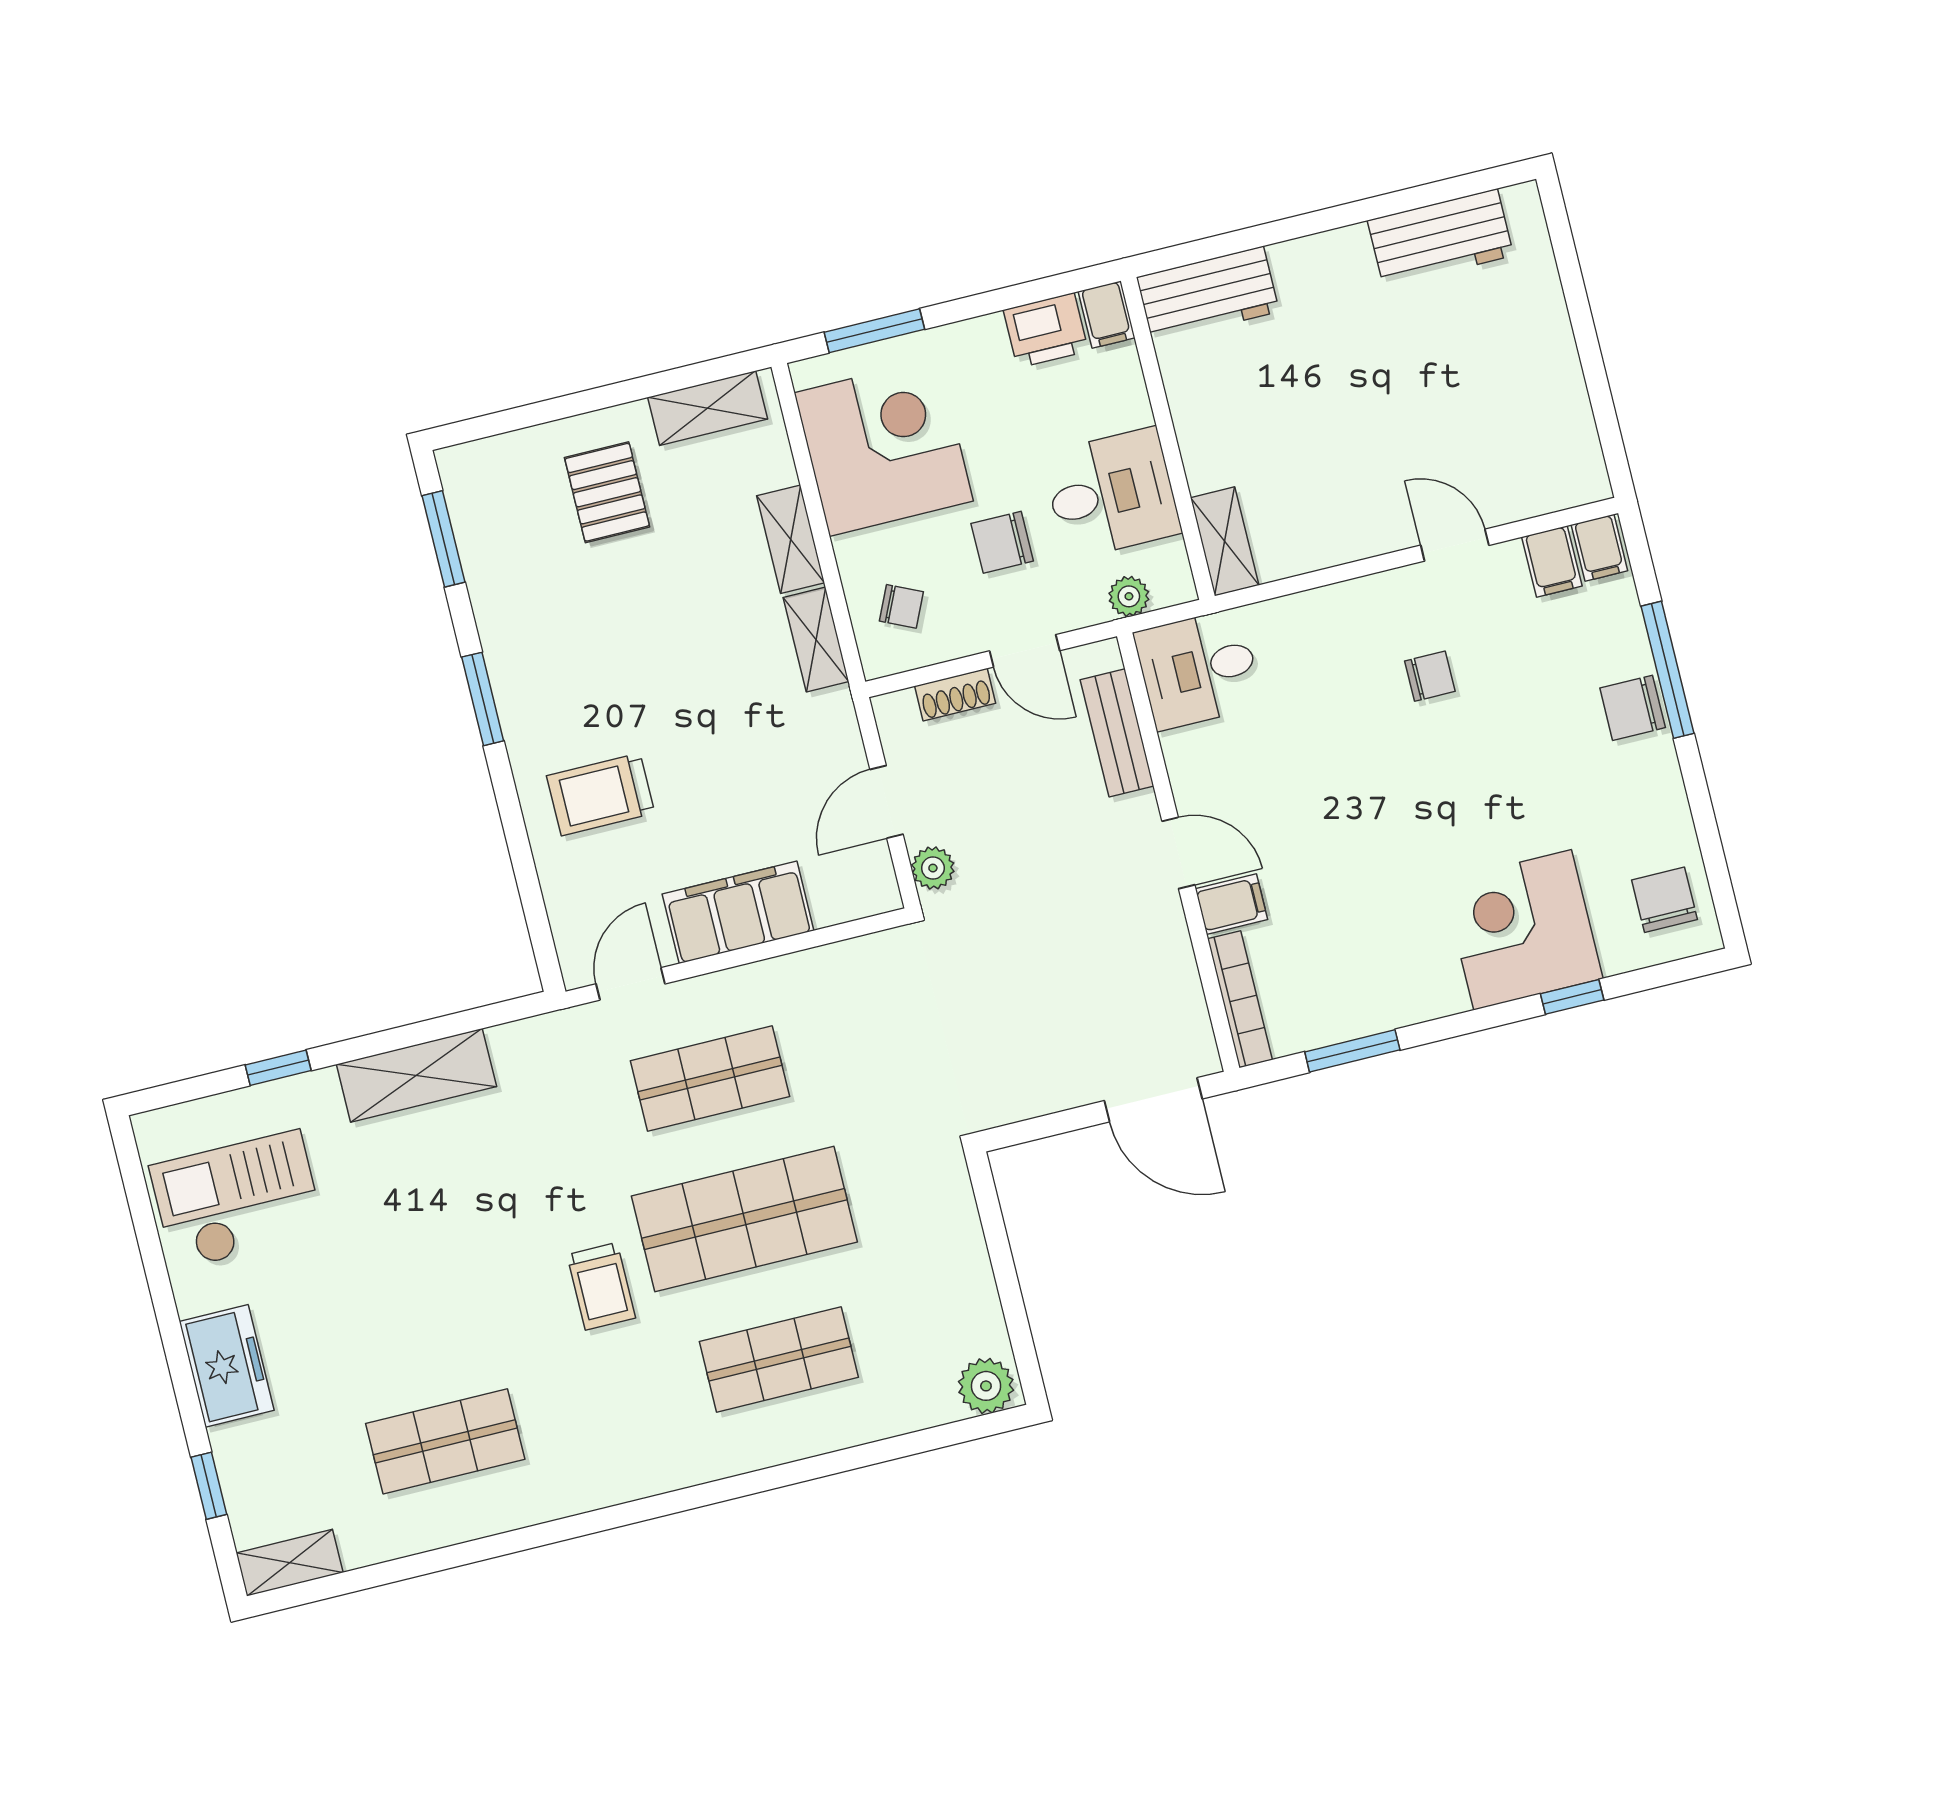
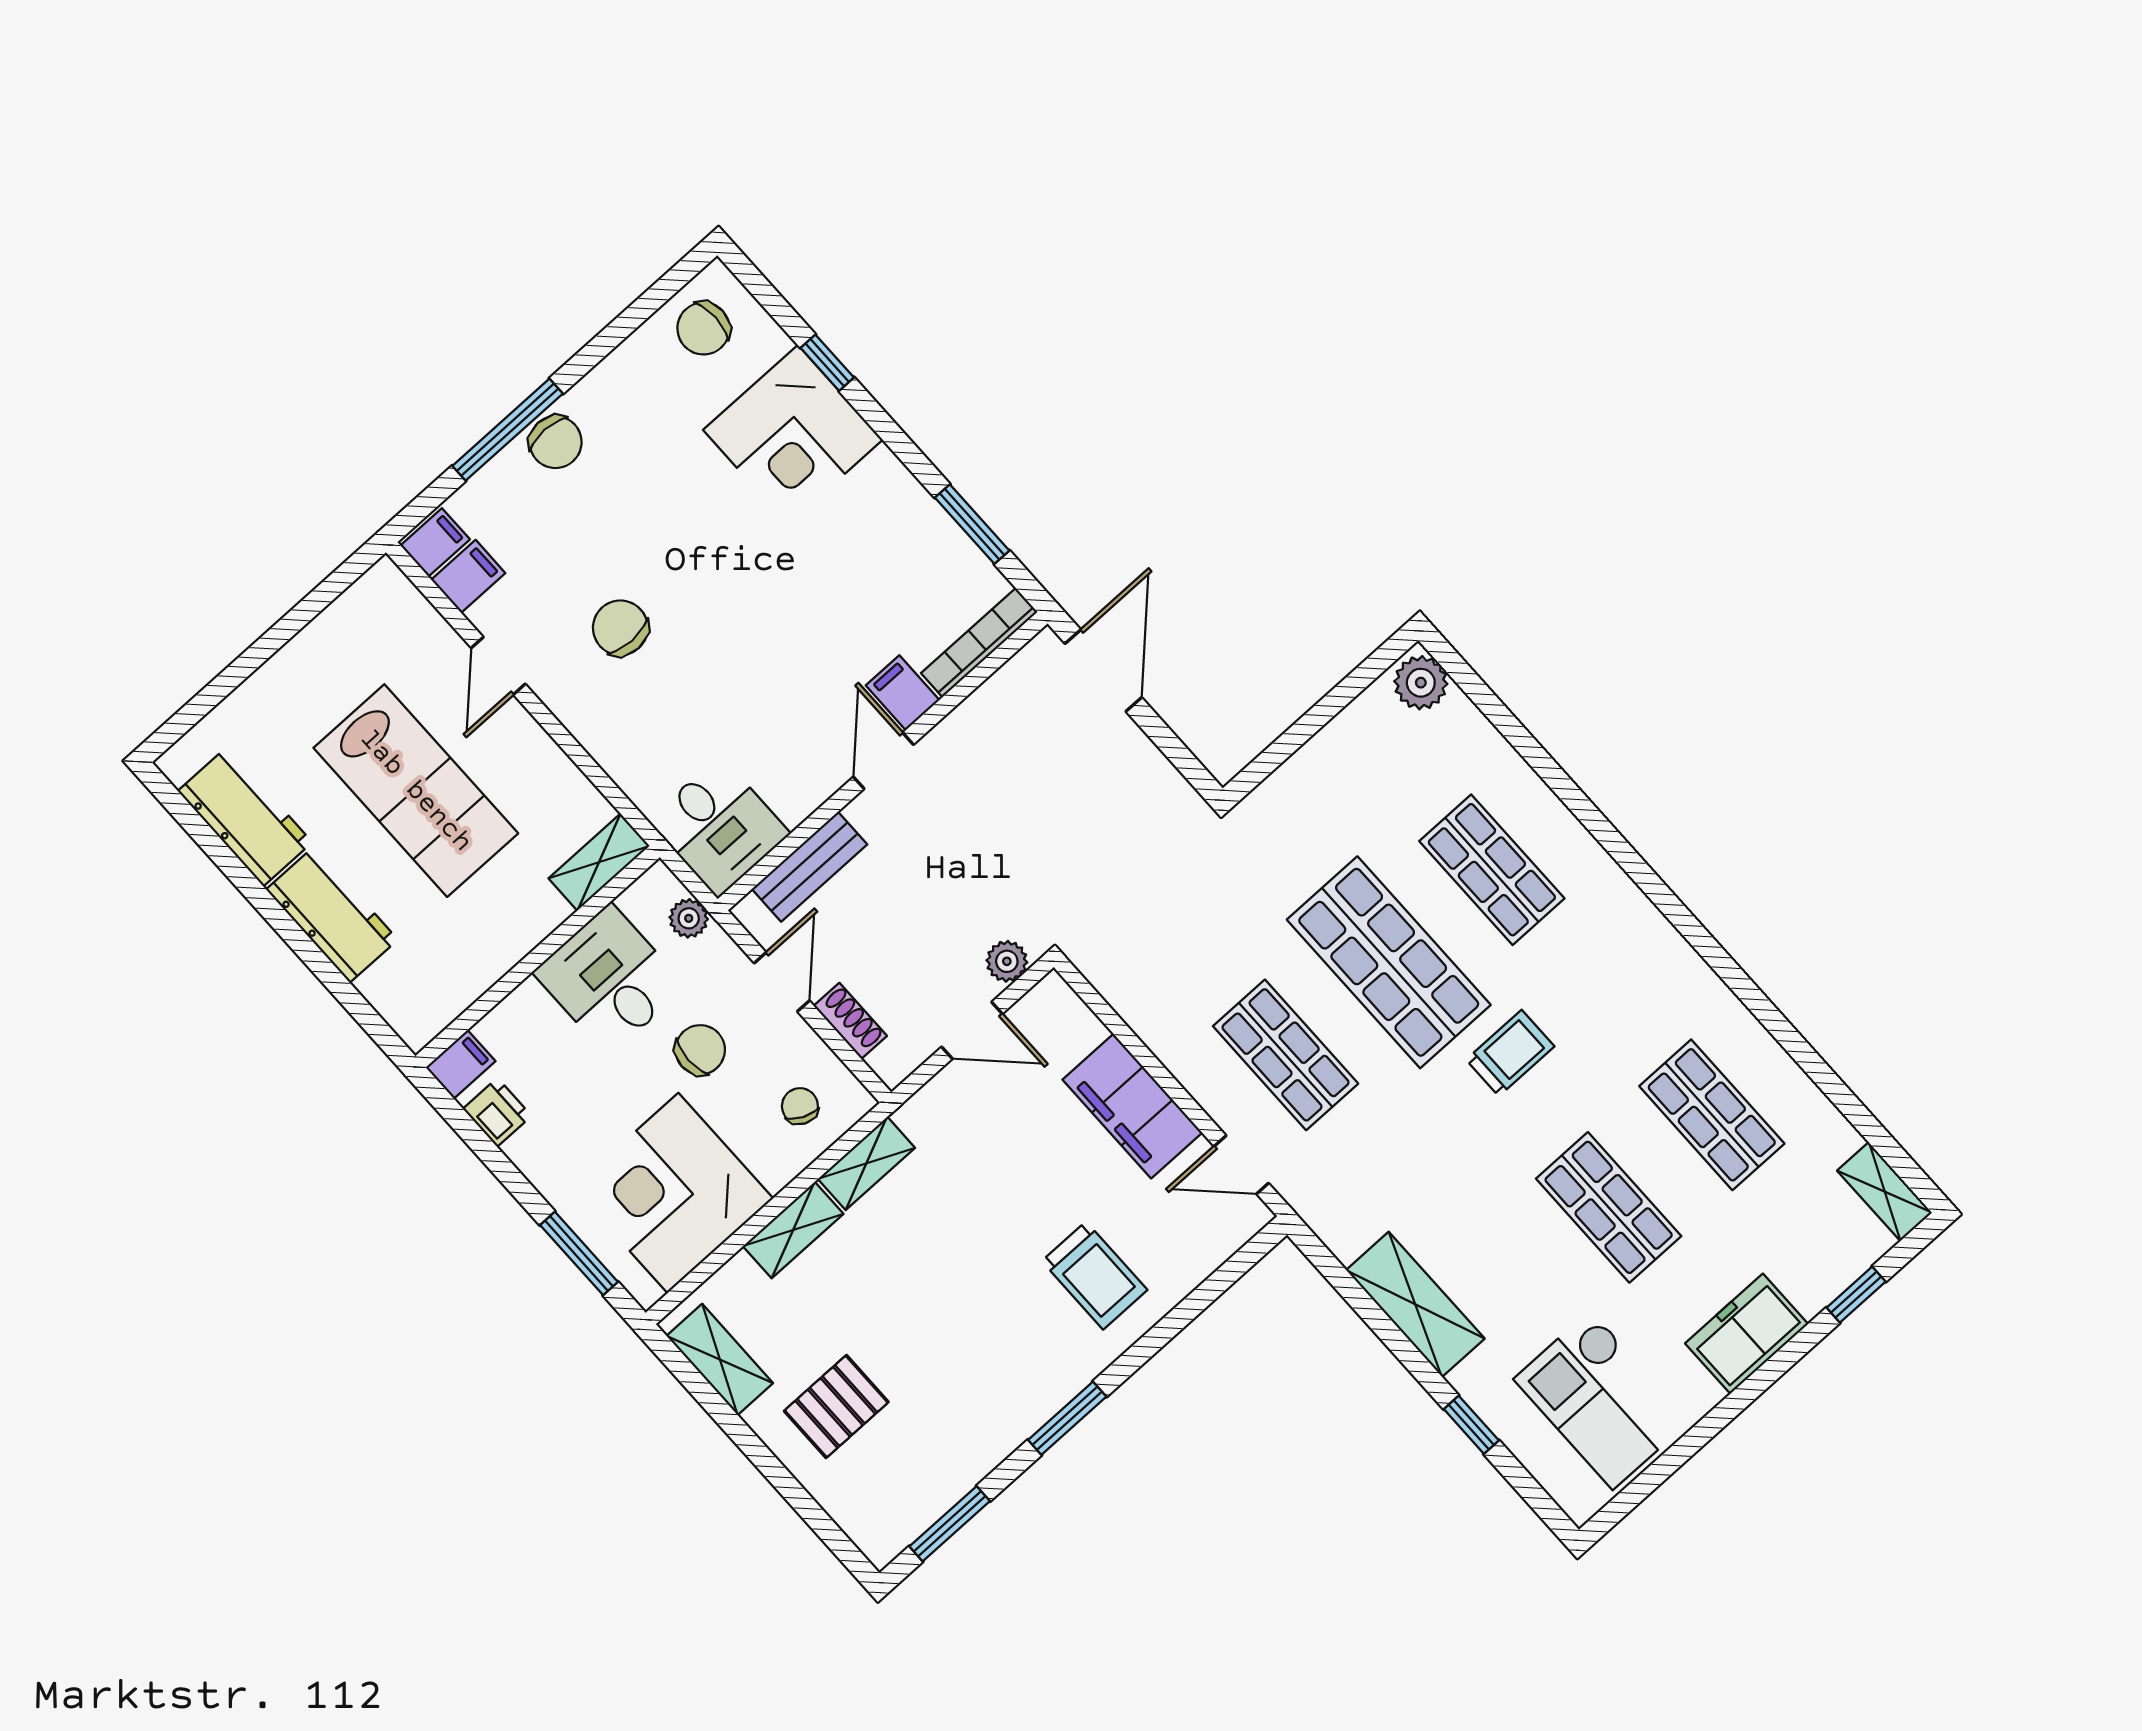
workbench: (1208, 294) -> (332, 915), moved
printer: (1046, 330) -> (497, 1112), width x0.73, depth x0.81
lab bench: (1381, 408) -> (416, 791), added
chair: (1002, 542) -> (700, 1050), turned -90
chair: (1430, 676) -> (620, 628), width x1.37, depth x1.37
shop shelf: (411, 1301) -> (1609, 1207), added

